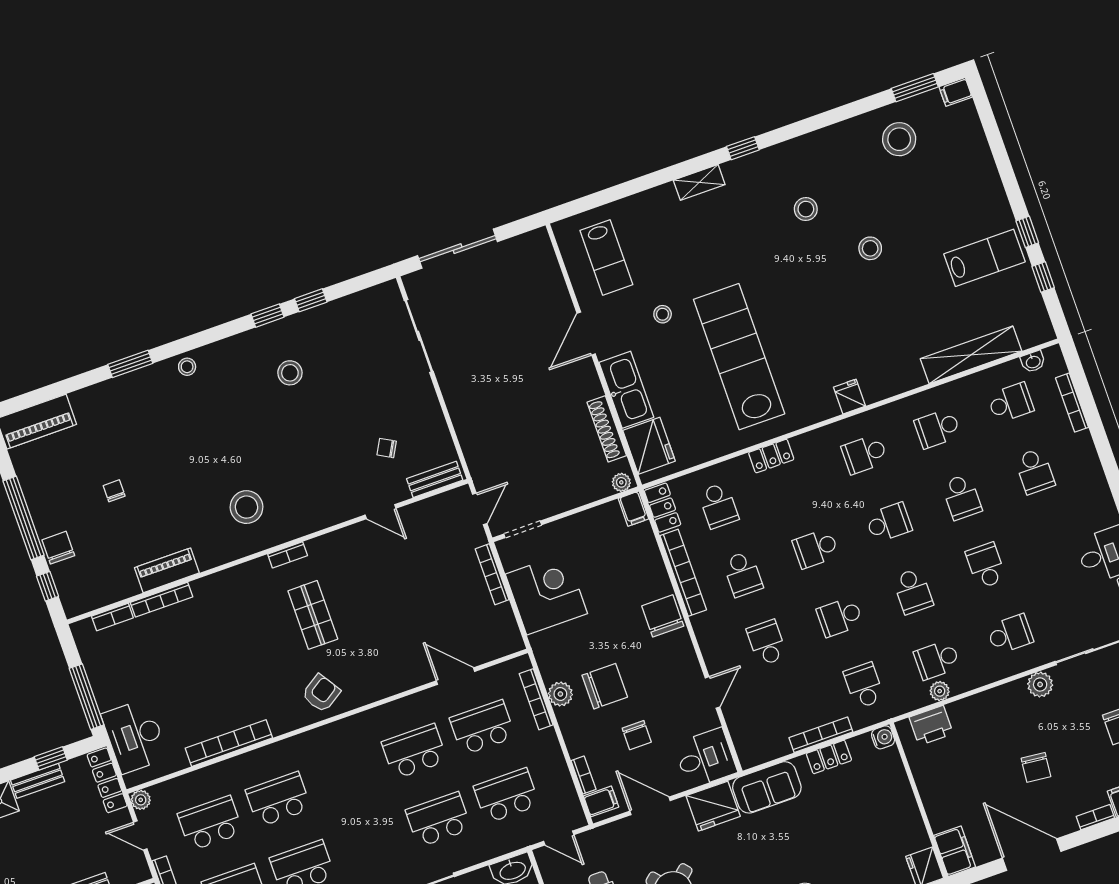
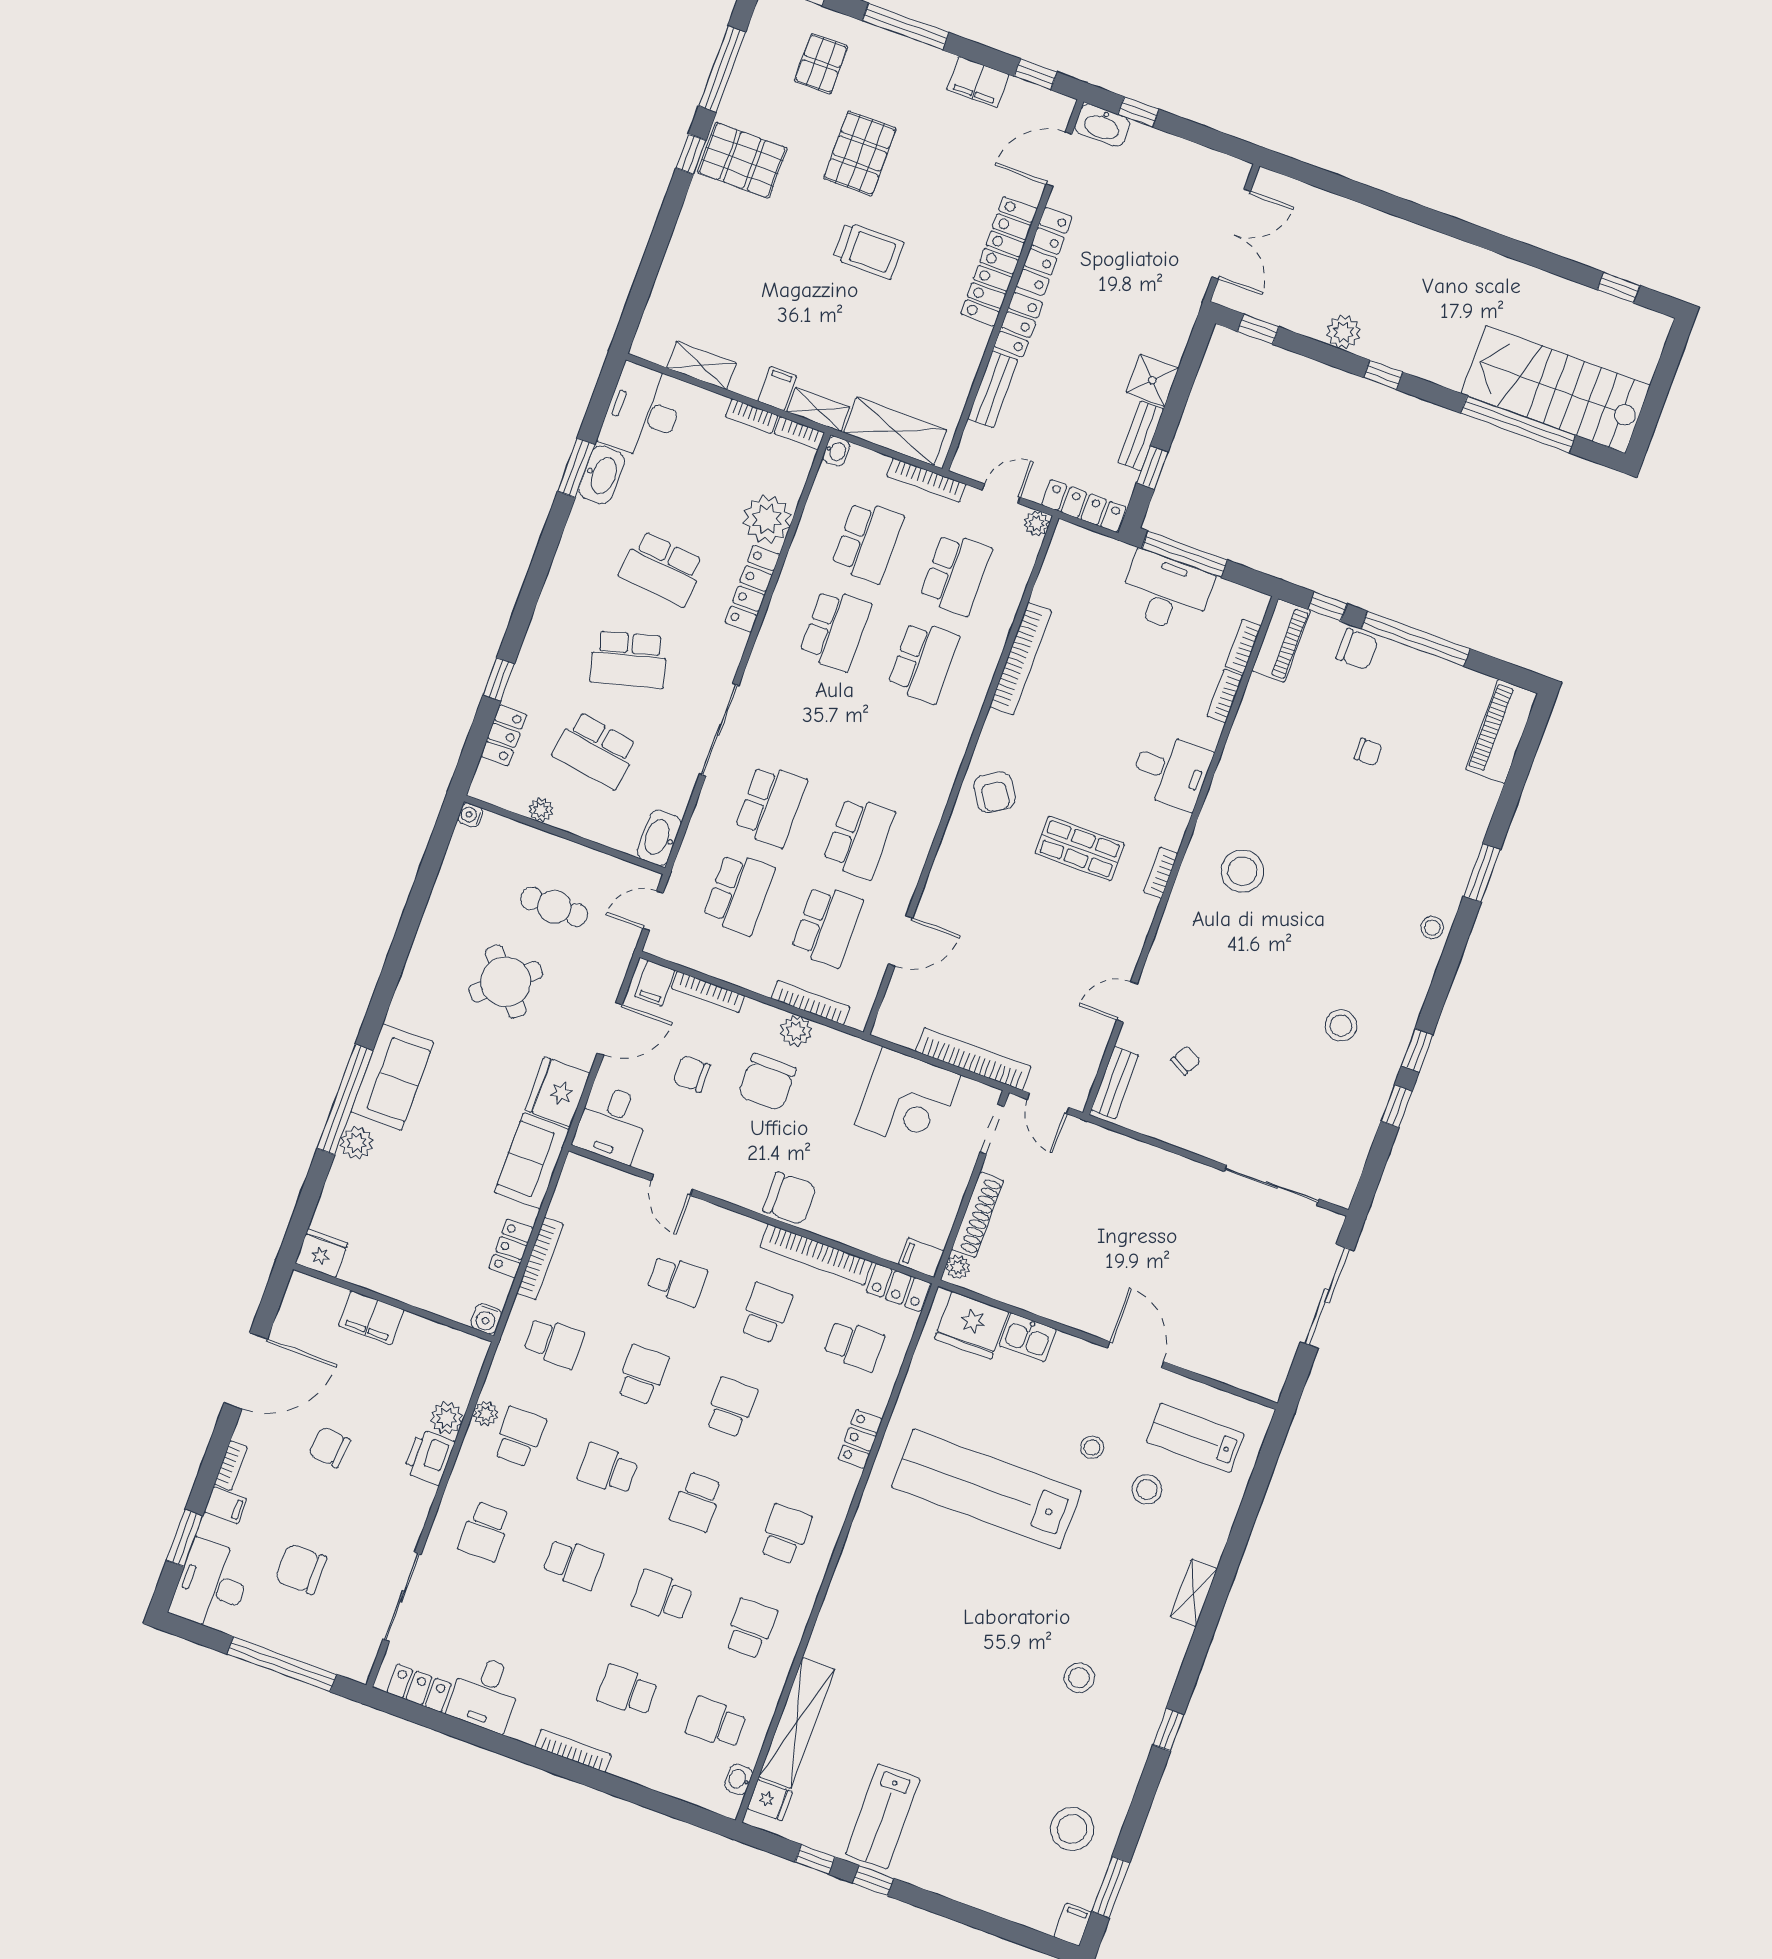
window: (743, 148) -> (1168, 1730), moved
stool: (870, 248) -> (1147, 1489), moved
lab bench: (739, 357) -> (986, 1489), turned 180
kitchen sink: (626, 390) -> (1028, 1337), width x0.53, depth x0.81
fridge: (849, 397) -> (770, 1800), moved
school desk: (1011, 403) -> (716, 1723), turned 90
bookcase: (1072, 403) -> (573, 1751), moved
shoe rack: (607, 429) -> (977, 1215), moved, turned 90
school desk: (718, 506) -> (854, 1345), turned 180
piano: (167, 570) -> (1281, 641), moved
bookcase: (492, 574) -> (973, 1059), width x1.48, depth x1.31
school desk: (743, 574) -> (766, 1313), turned 90
desk: (222, 599) -> (1171, 771), added
bookcase: (161, 600) -> (1225, 696), width x0.64
plant: (1040, 684) -> (447, 1418), moved
printer: (931, 725) -> (429, 1457), moved
desk: (135, 736) -> (1166, 592), moved
bookcase: (583, 775) -> (708, 992), width x1.56
filing cabinet: (955, 851) -> (371, 1318), moved

